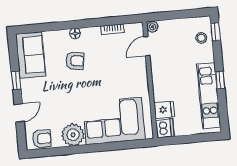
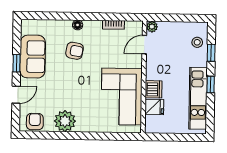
window: (216, 32) -> (211, 53), moved
sofa: (31, 55) -> (33, 57), moved
corner sofa: (114, 121) -> (122, 97), moved, turned -90
dishwasher: (165, 128) -> (154, 89), moved
armchair: (42, 139) -> (35, 122), turned -90

